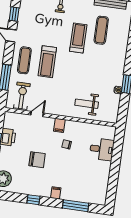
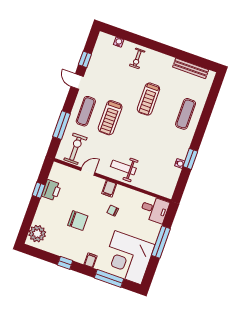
exercise mat: (101, 30) -> (186, 114), moved
treadmill: (78, 38) -> (148, 99), turned 180
weight bench: (87, 104) -> (123, 167), moved
desk: (102, 149) -> (154, 209), moved
window: (115, 164) -> (161, 242), added
corner desk: (89, 184) -> (128, 258), added

